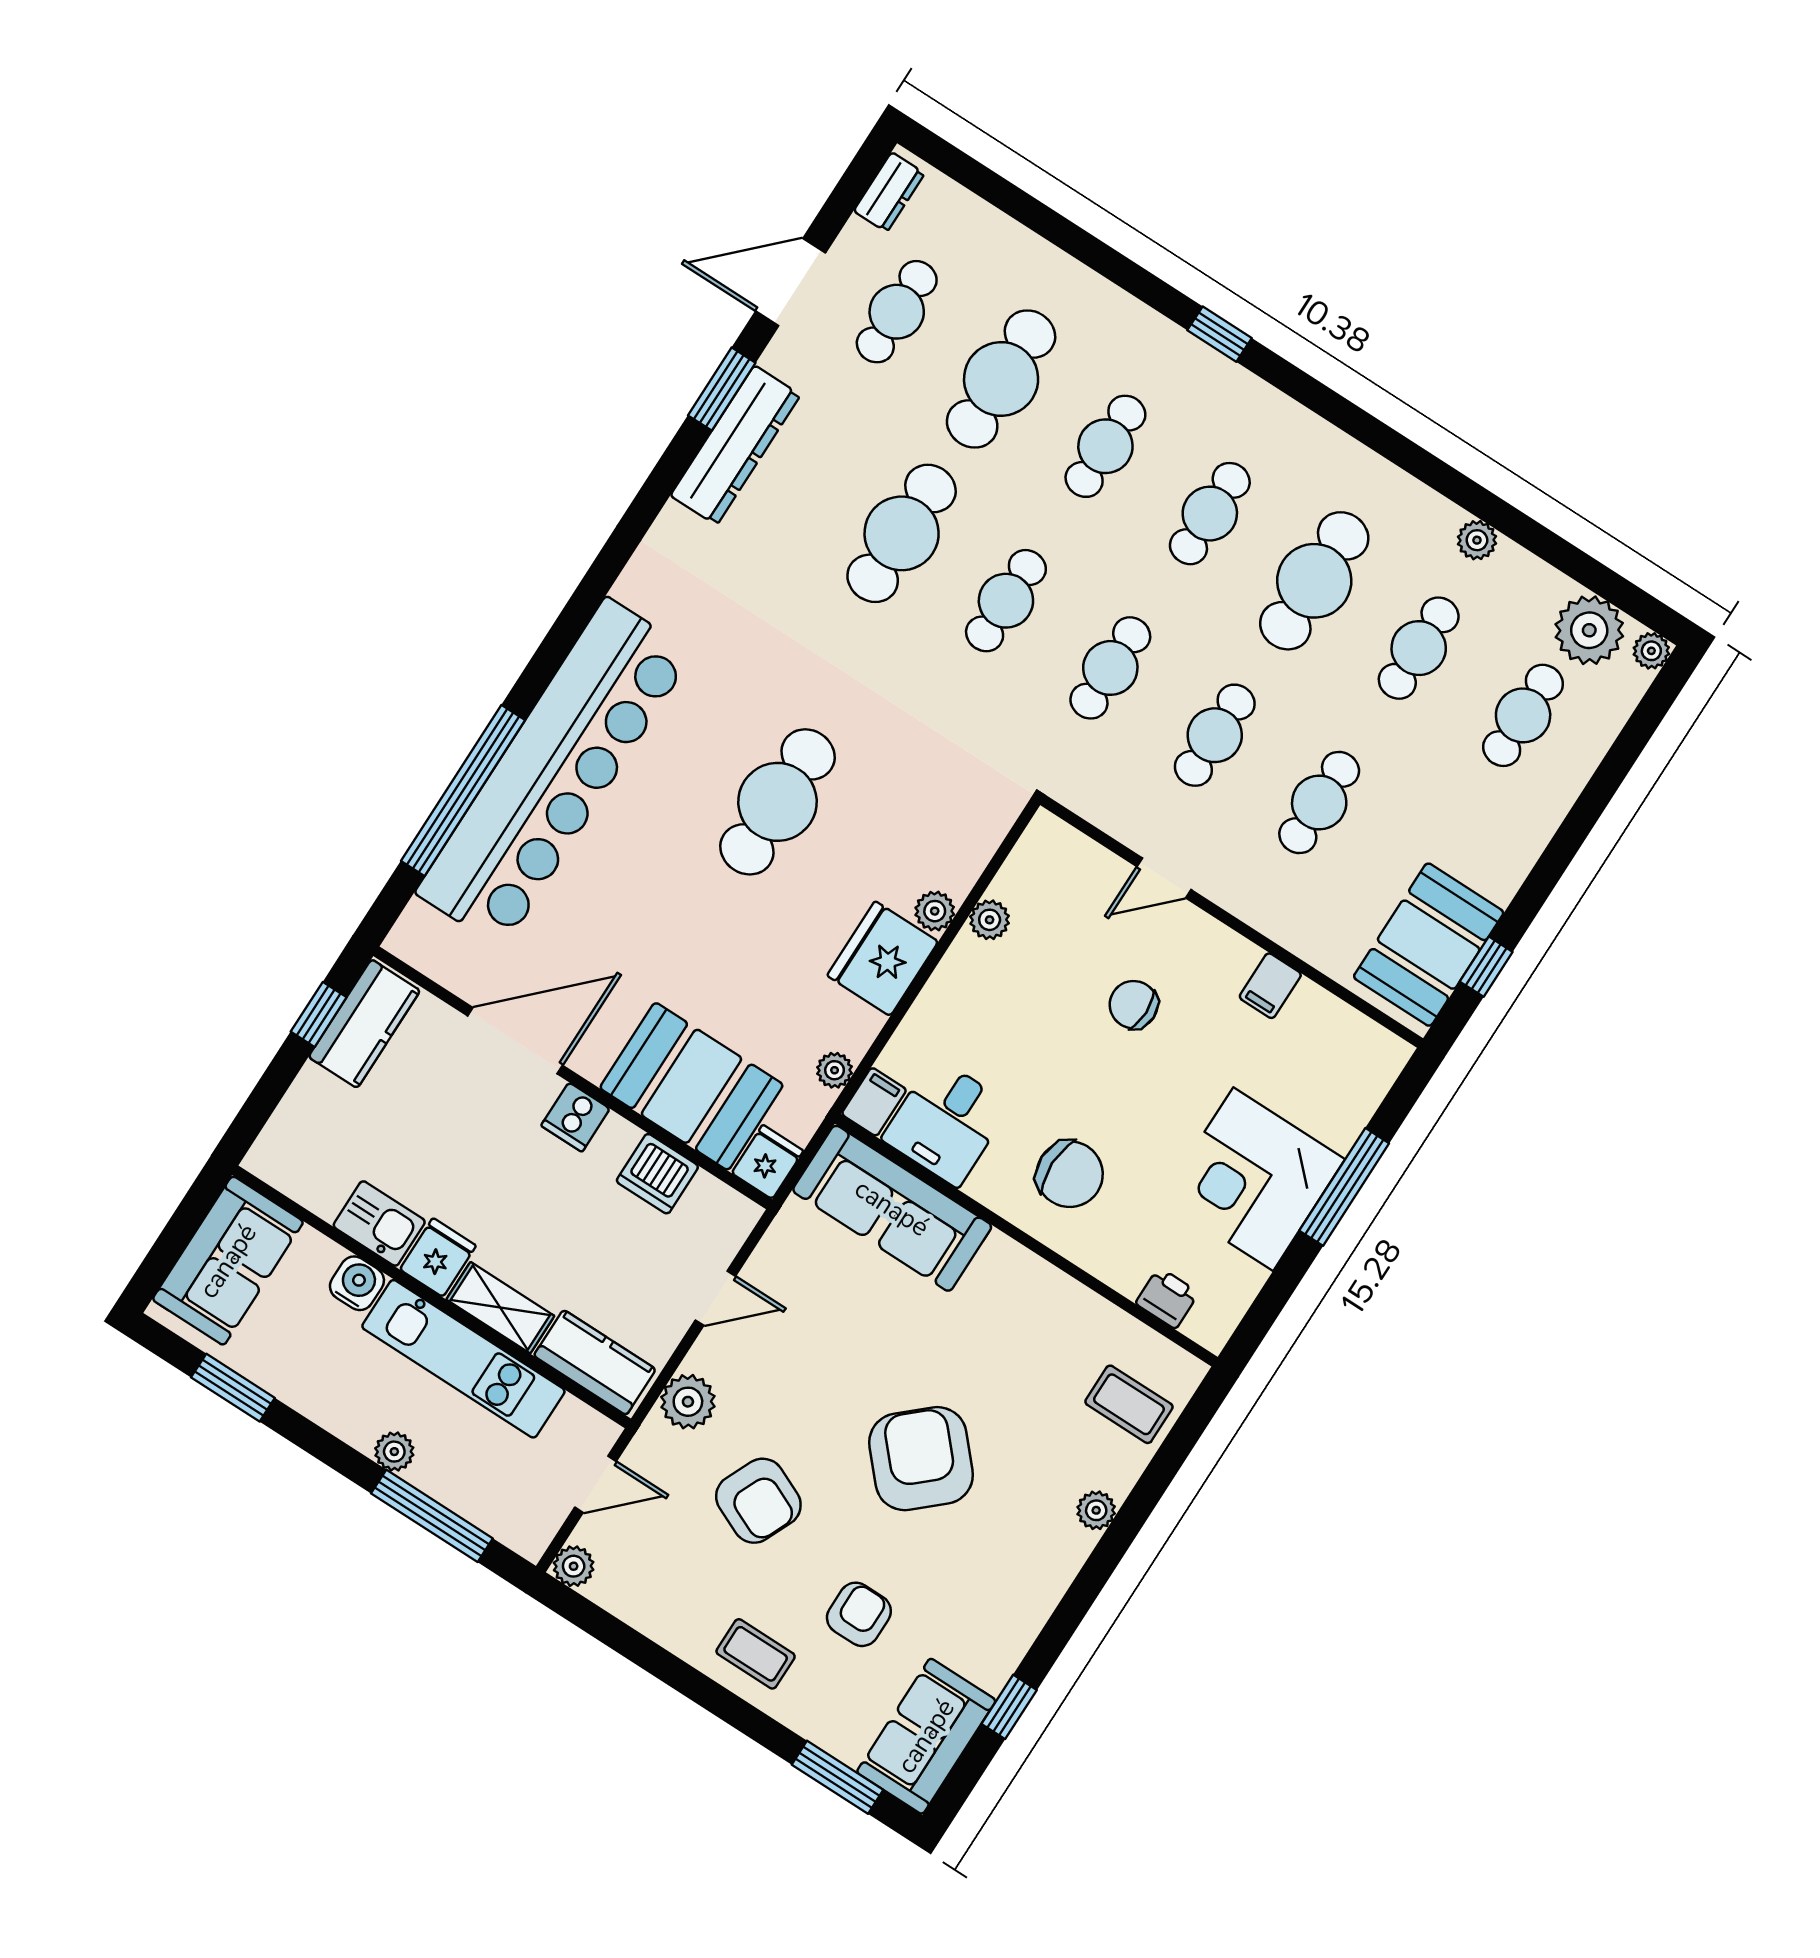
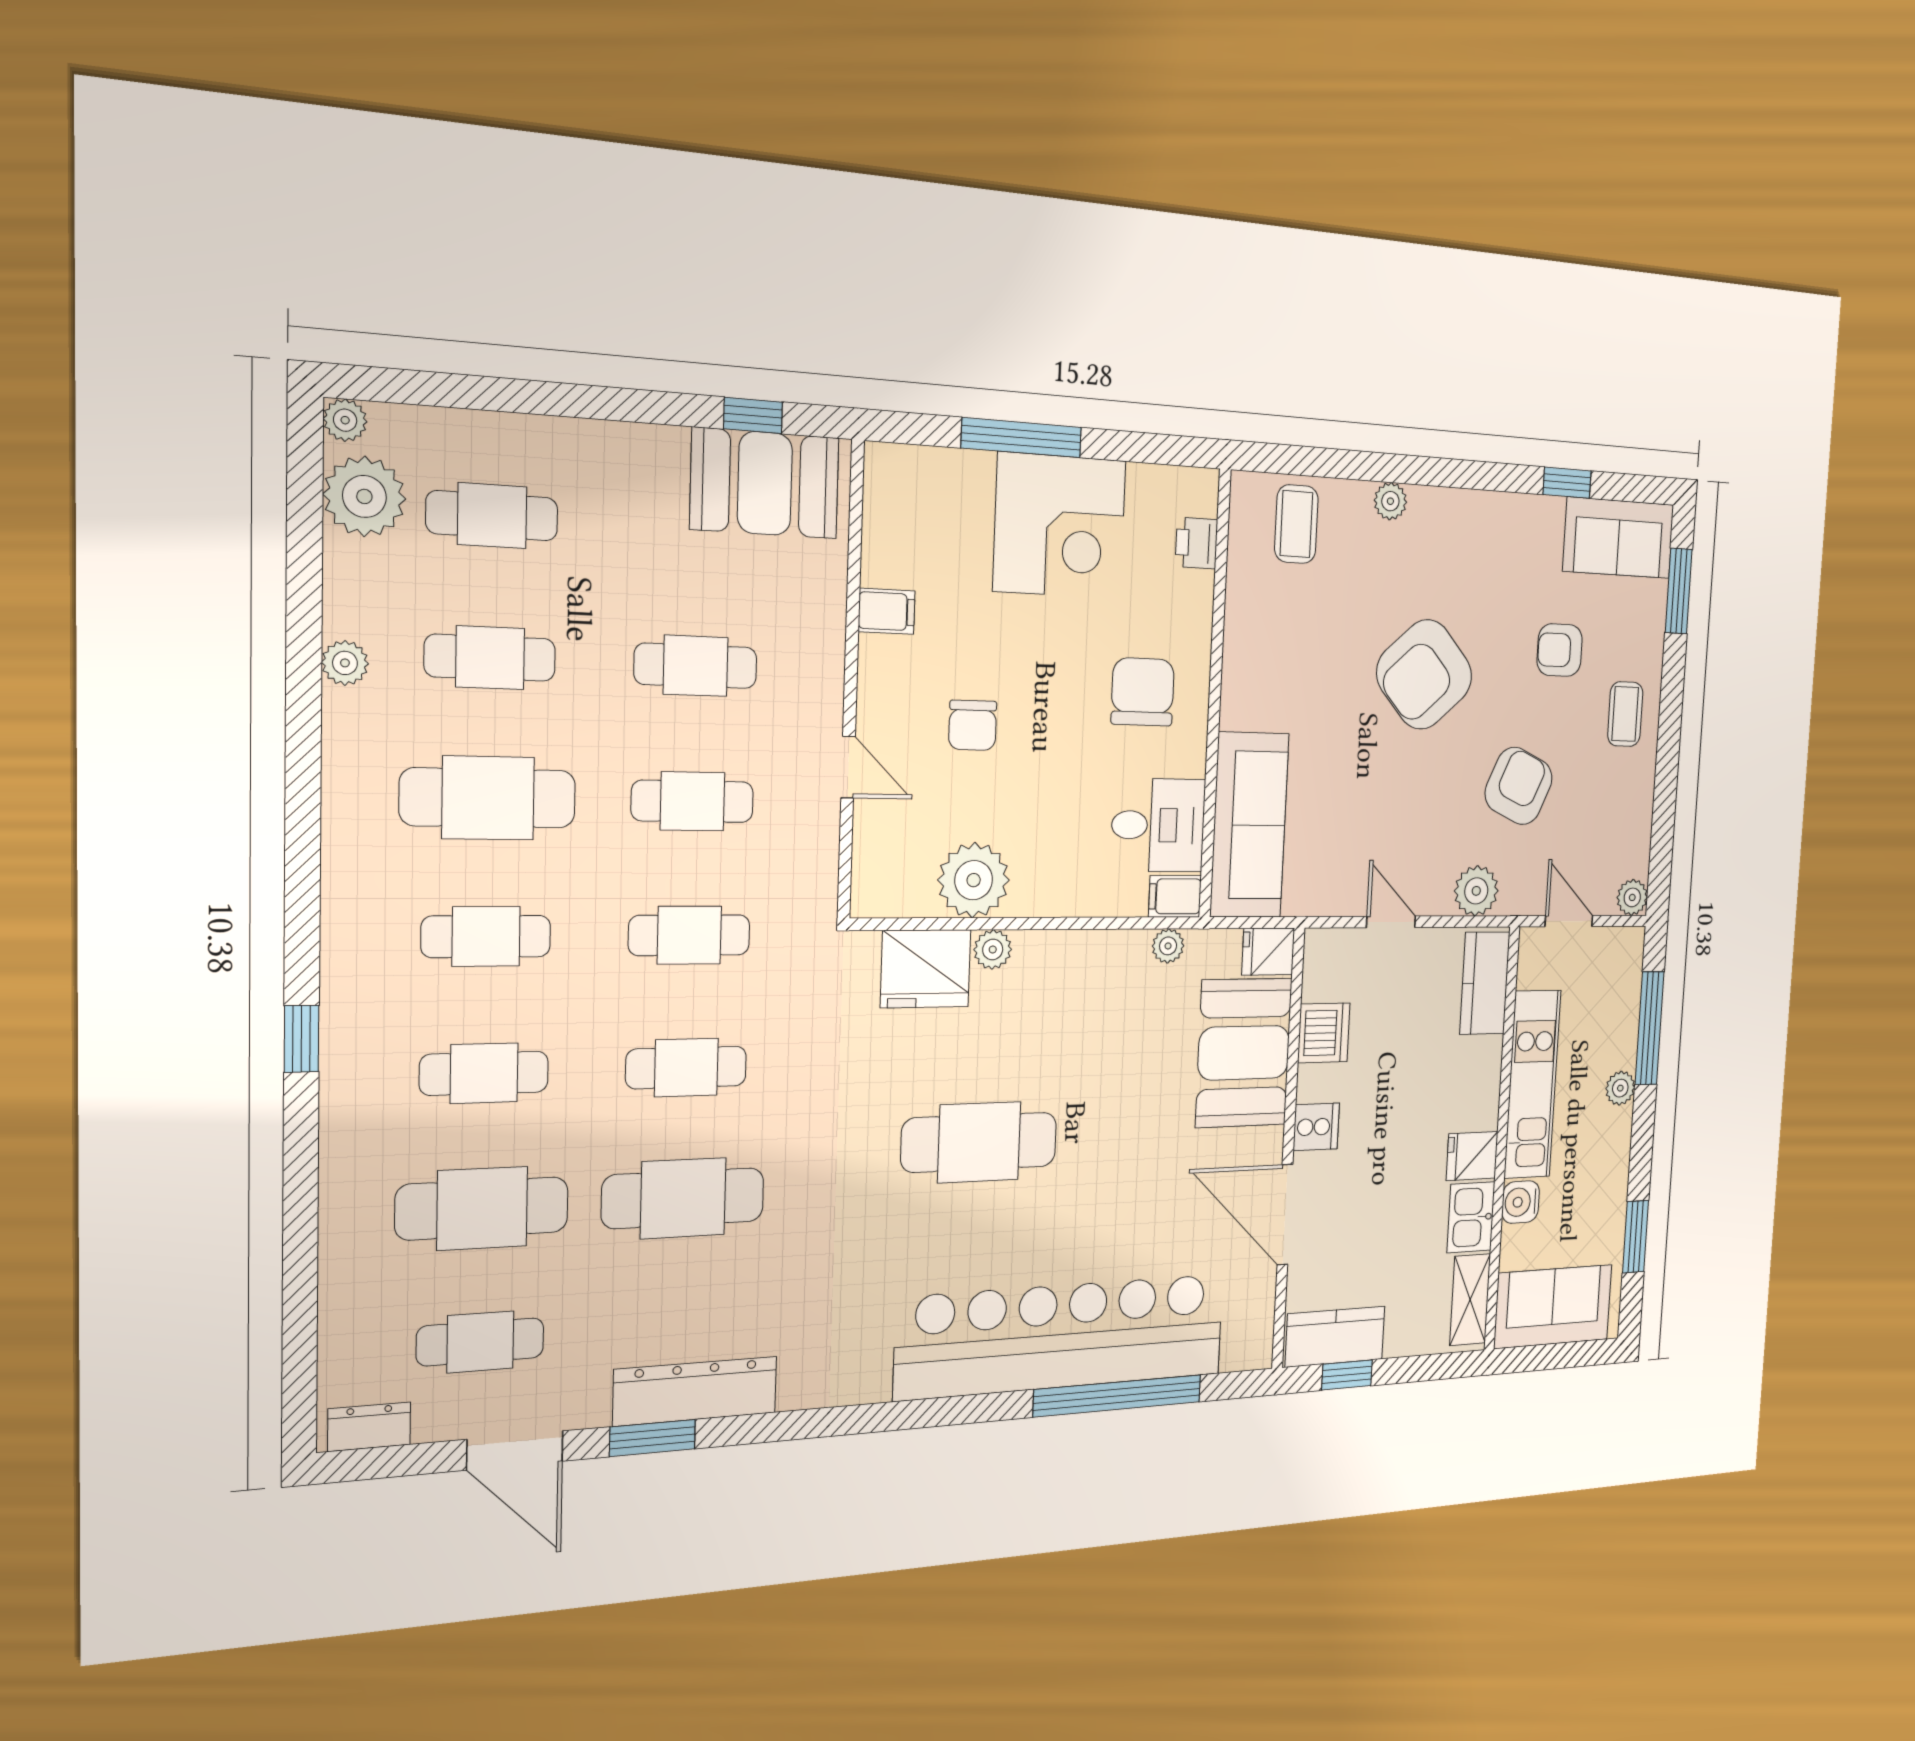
plant: (990, 920) -> (974, 880), width x1.87, depth x1.87
fridge: (883, 959) -> (926, 969), moved
shelving: (500, 1308) -> (1470, 1300), moved

